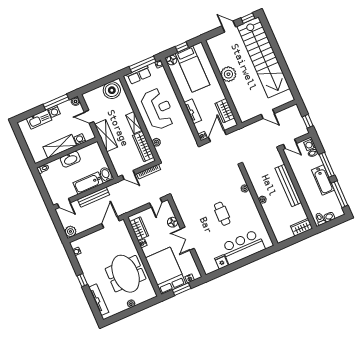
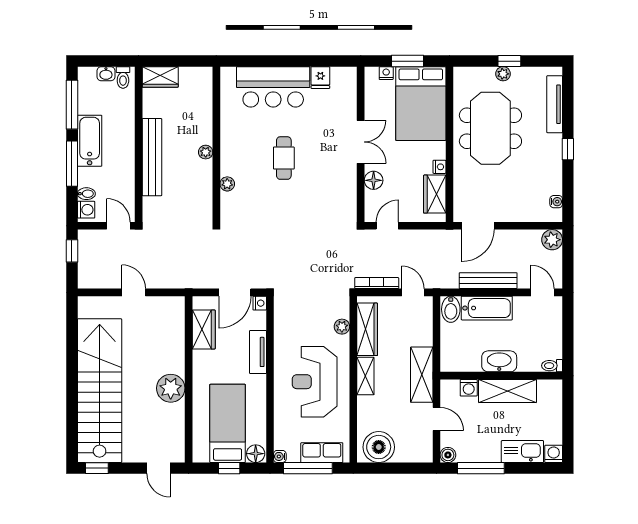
door: (229, 26) -> (158, 468), moved
washing machine: (54, 111) -> (554, 454), moved
window: (131, 311) -> (509, 61), added

